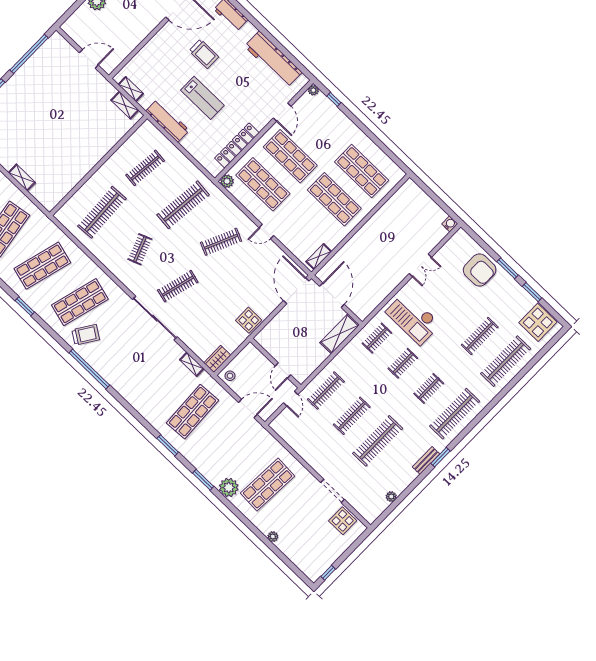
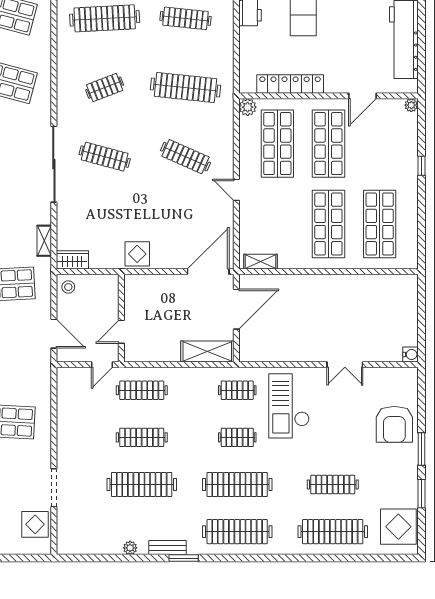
window: (334, 99) -> (421, 166), moved
clothes rail: (429, 388) -> (237, 485), width x1.86, depth x1.31
plant: (391, 497) -> (130, 548), moved

